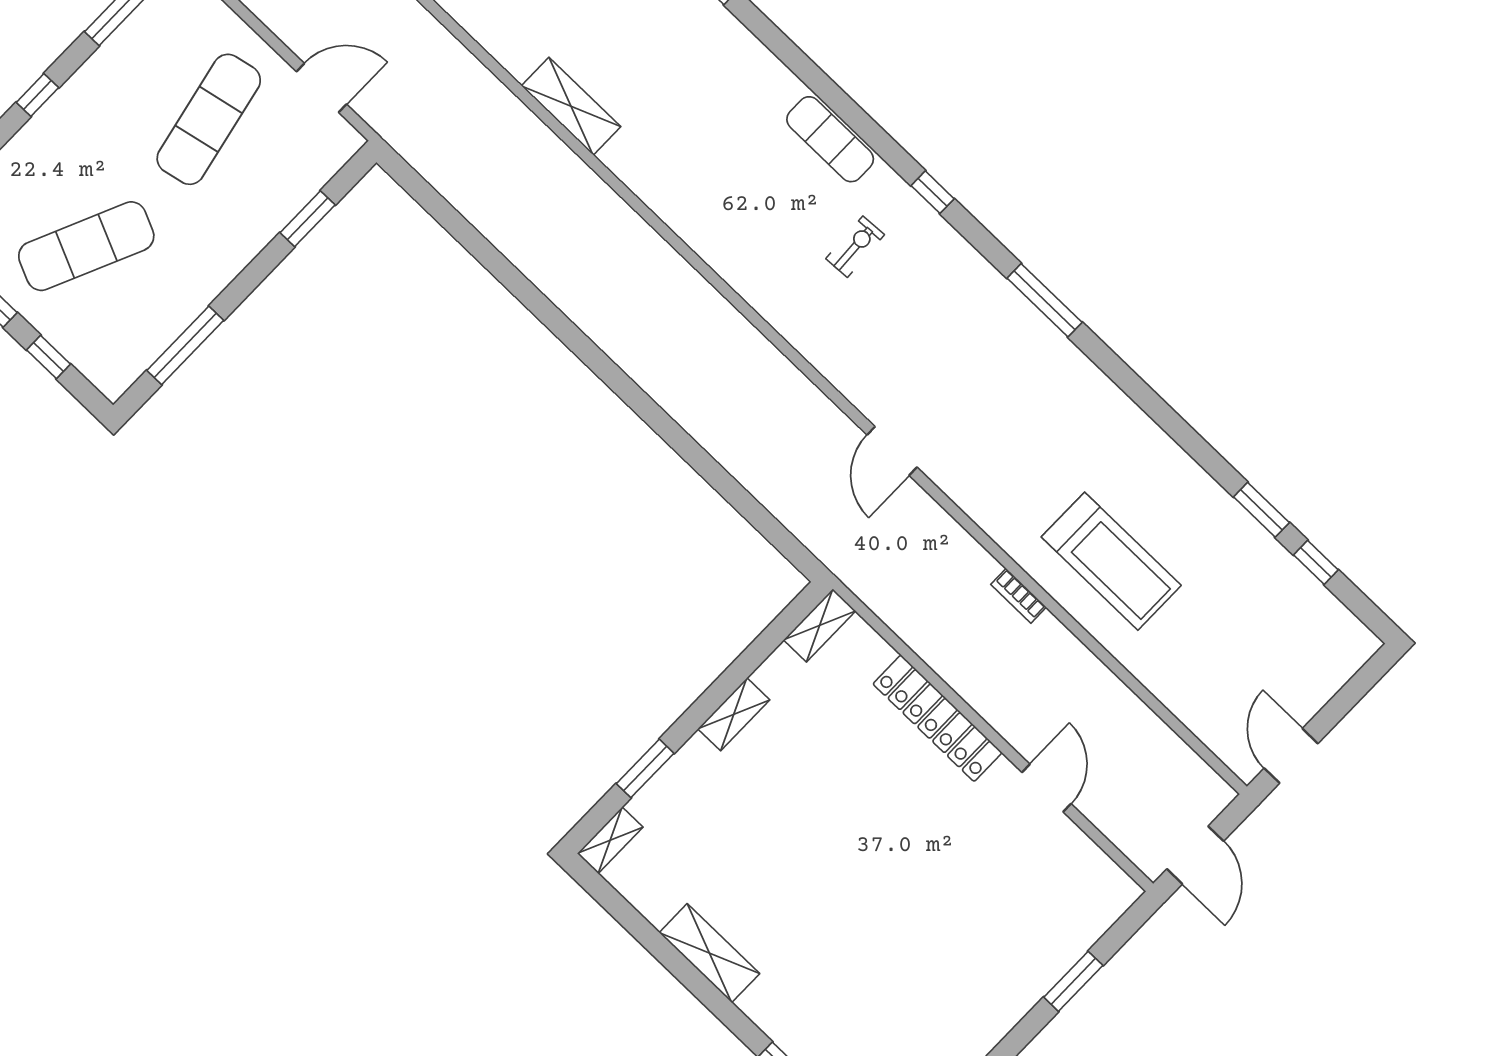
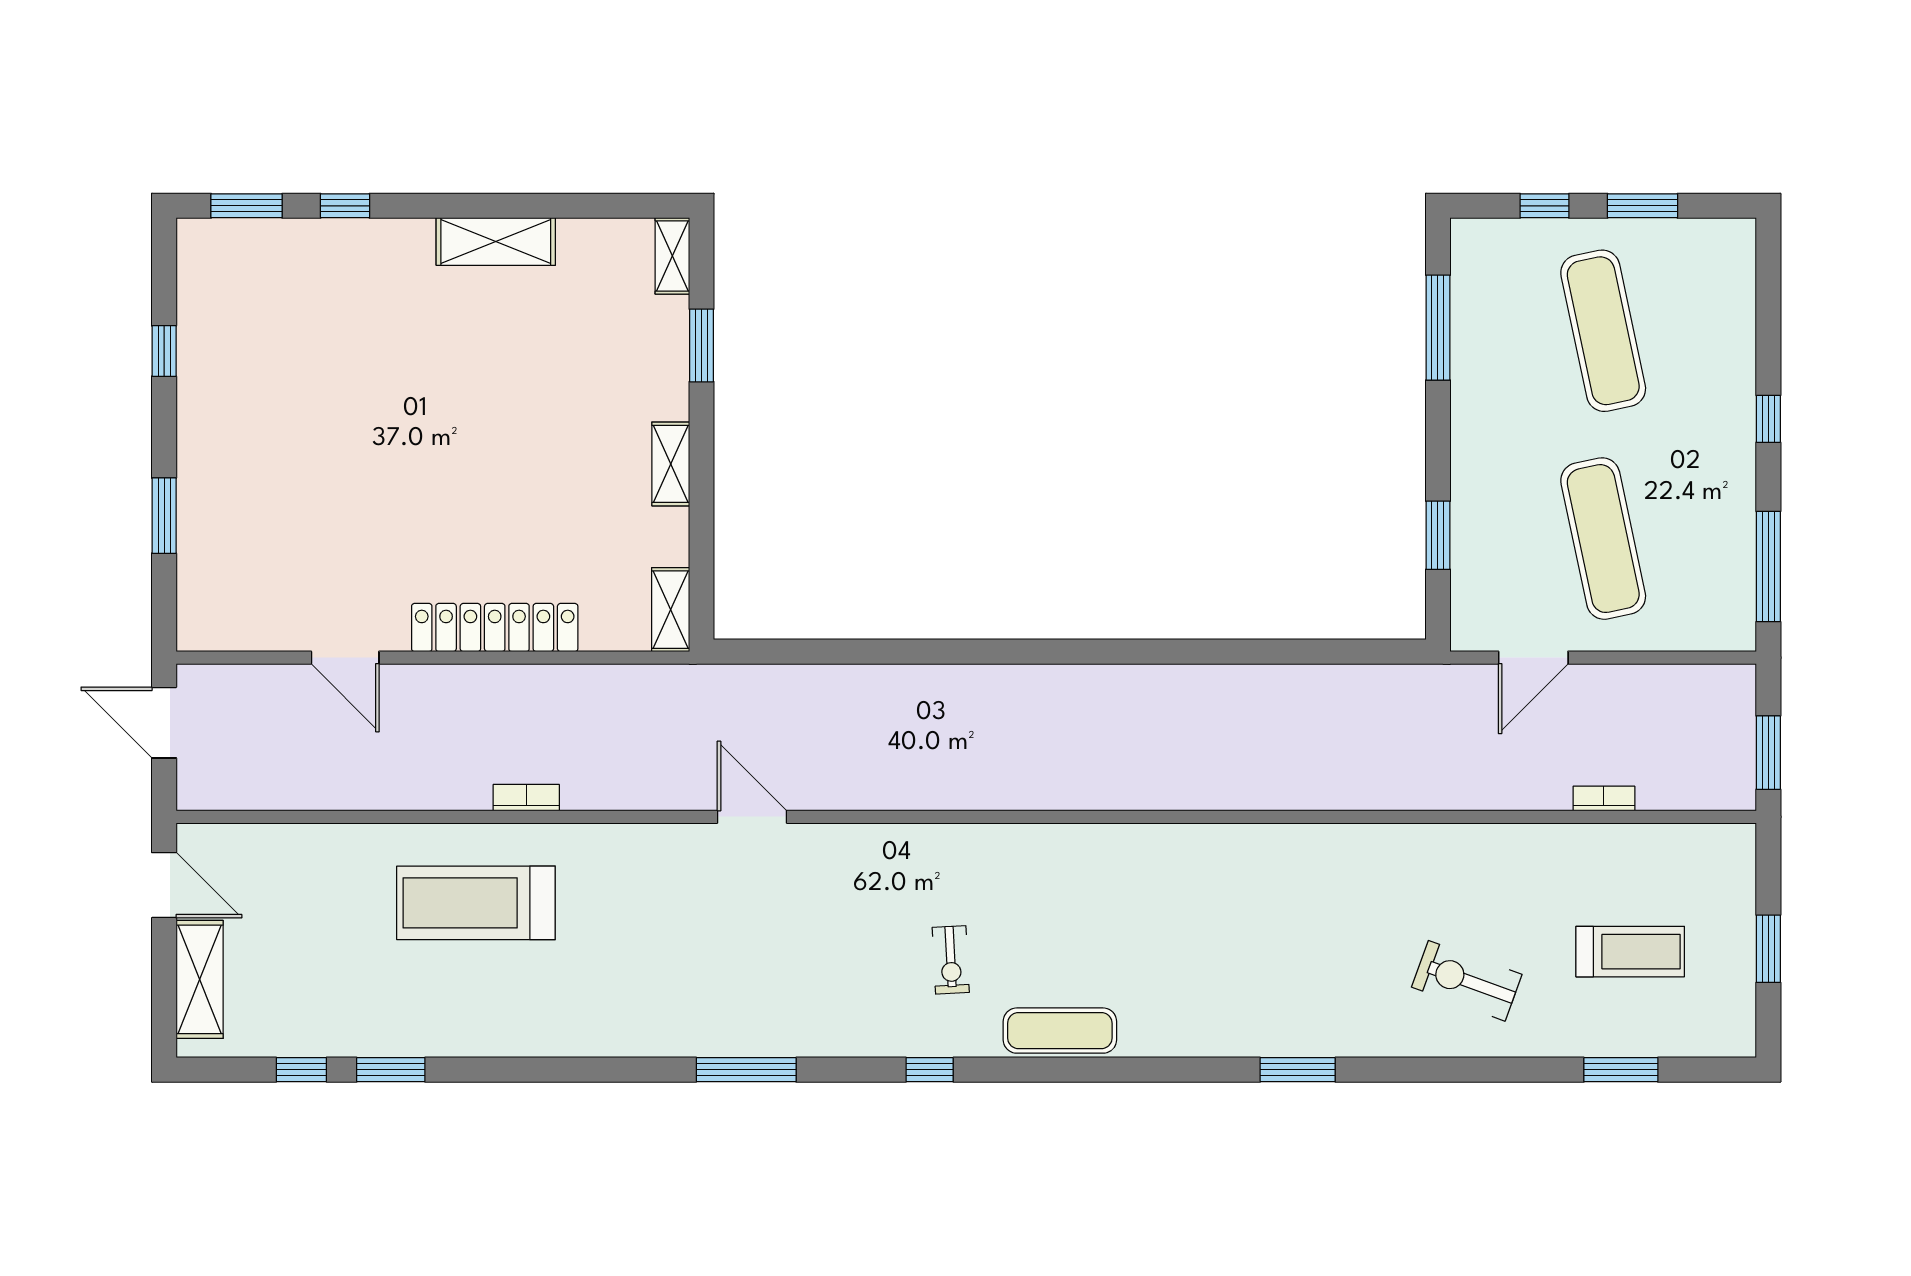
shelving: (571, 106) -> (200, 979), moved, turned 90
exercise mat: (86, 246) -> (1603, 331), turned -36

